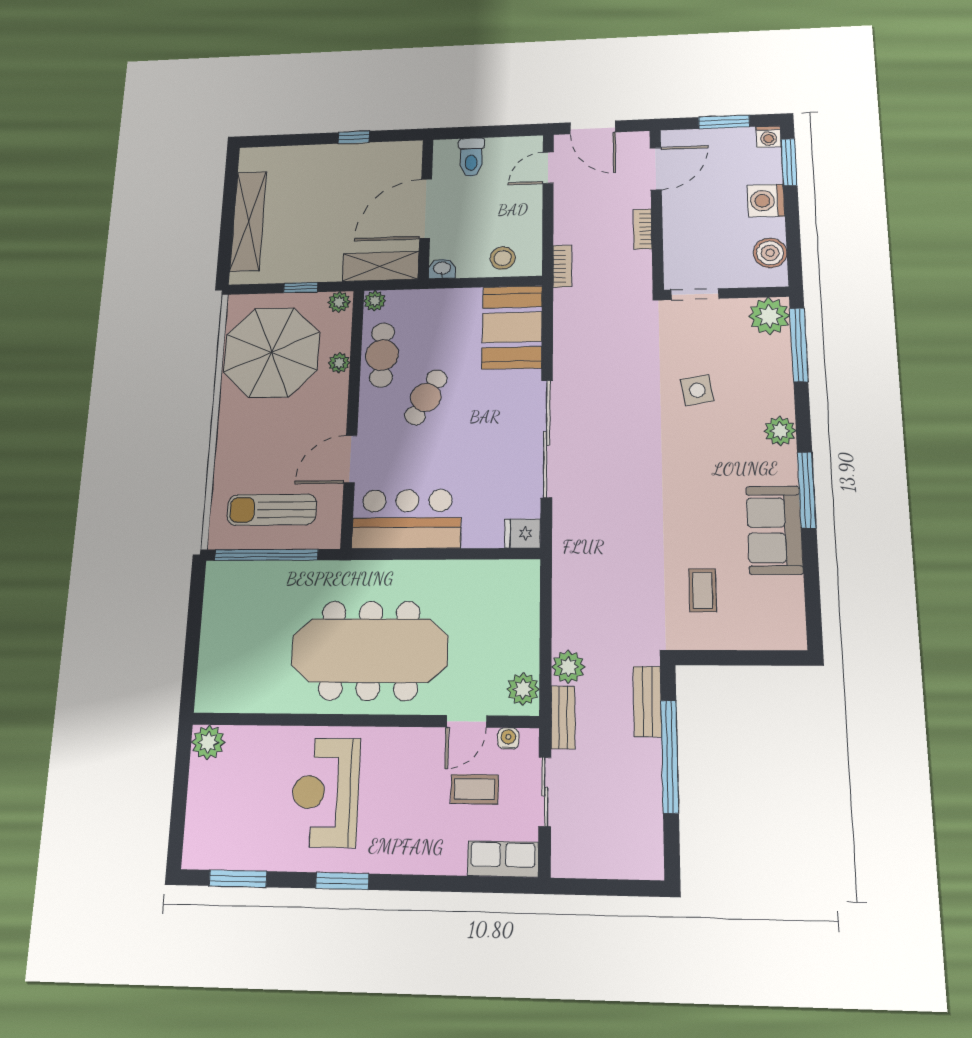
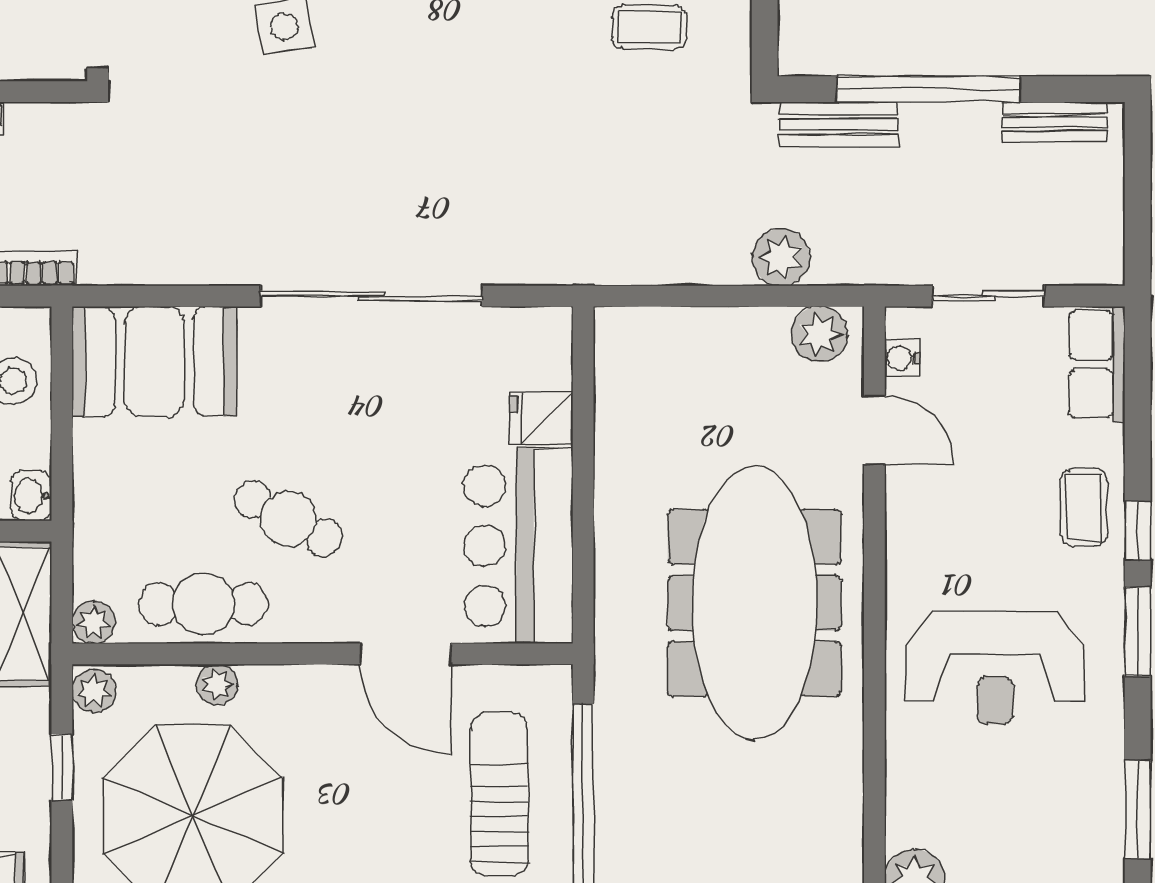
sun lounger: (272, 510) -> (499, 794), turned 180
fridge: (523, 533) -> (541, 418), moved, turned 90
bench: (563, 717) -> (1054, 122), moved
coffee table: (474, 789) -> (1084, 507), moved
window: (402, 882) -> (1138, 530), added

